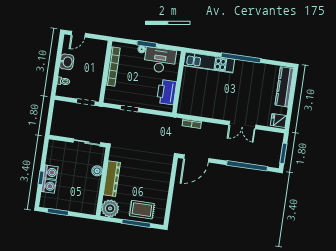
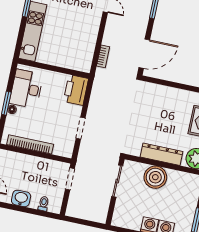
printer: (167, 92) -> (76, 90), moved, turned 90
door: (196, 158) -> (144, 54), hinge flipped
boiler: (97, 171) -> (155, 177), width x1.86, depth x1.86

